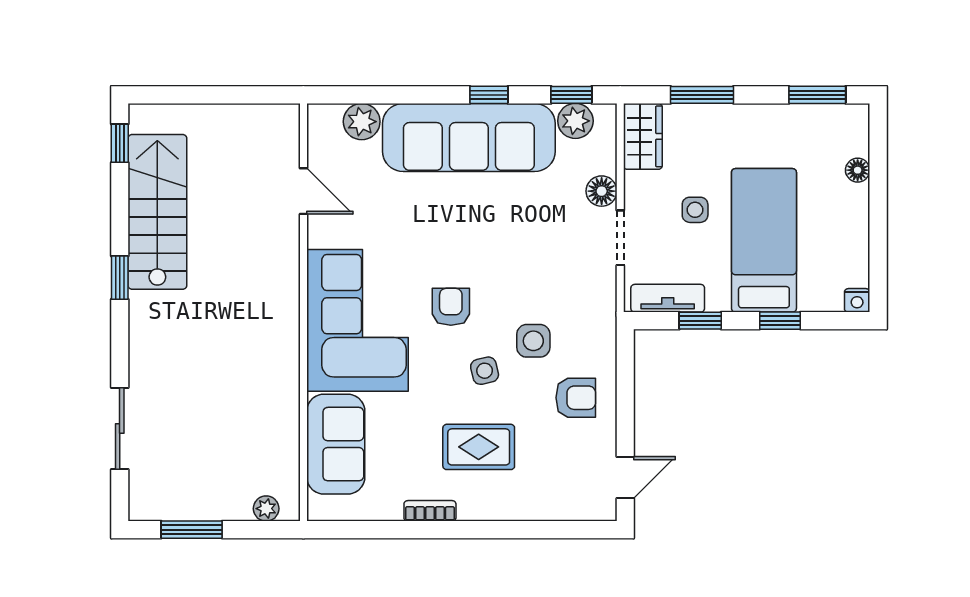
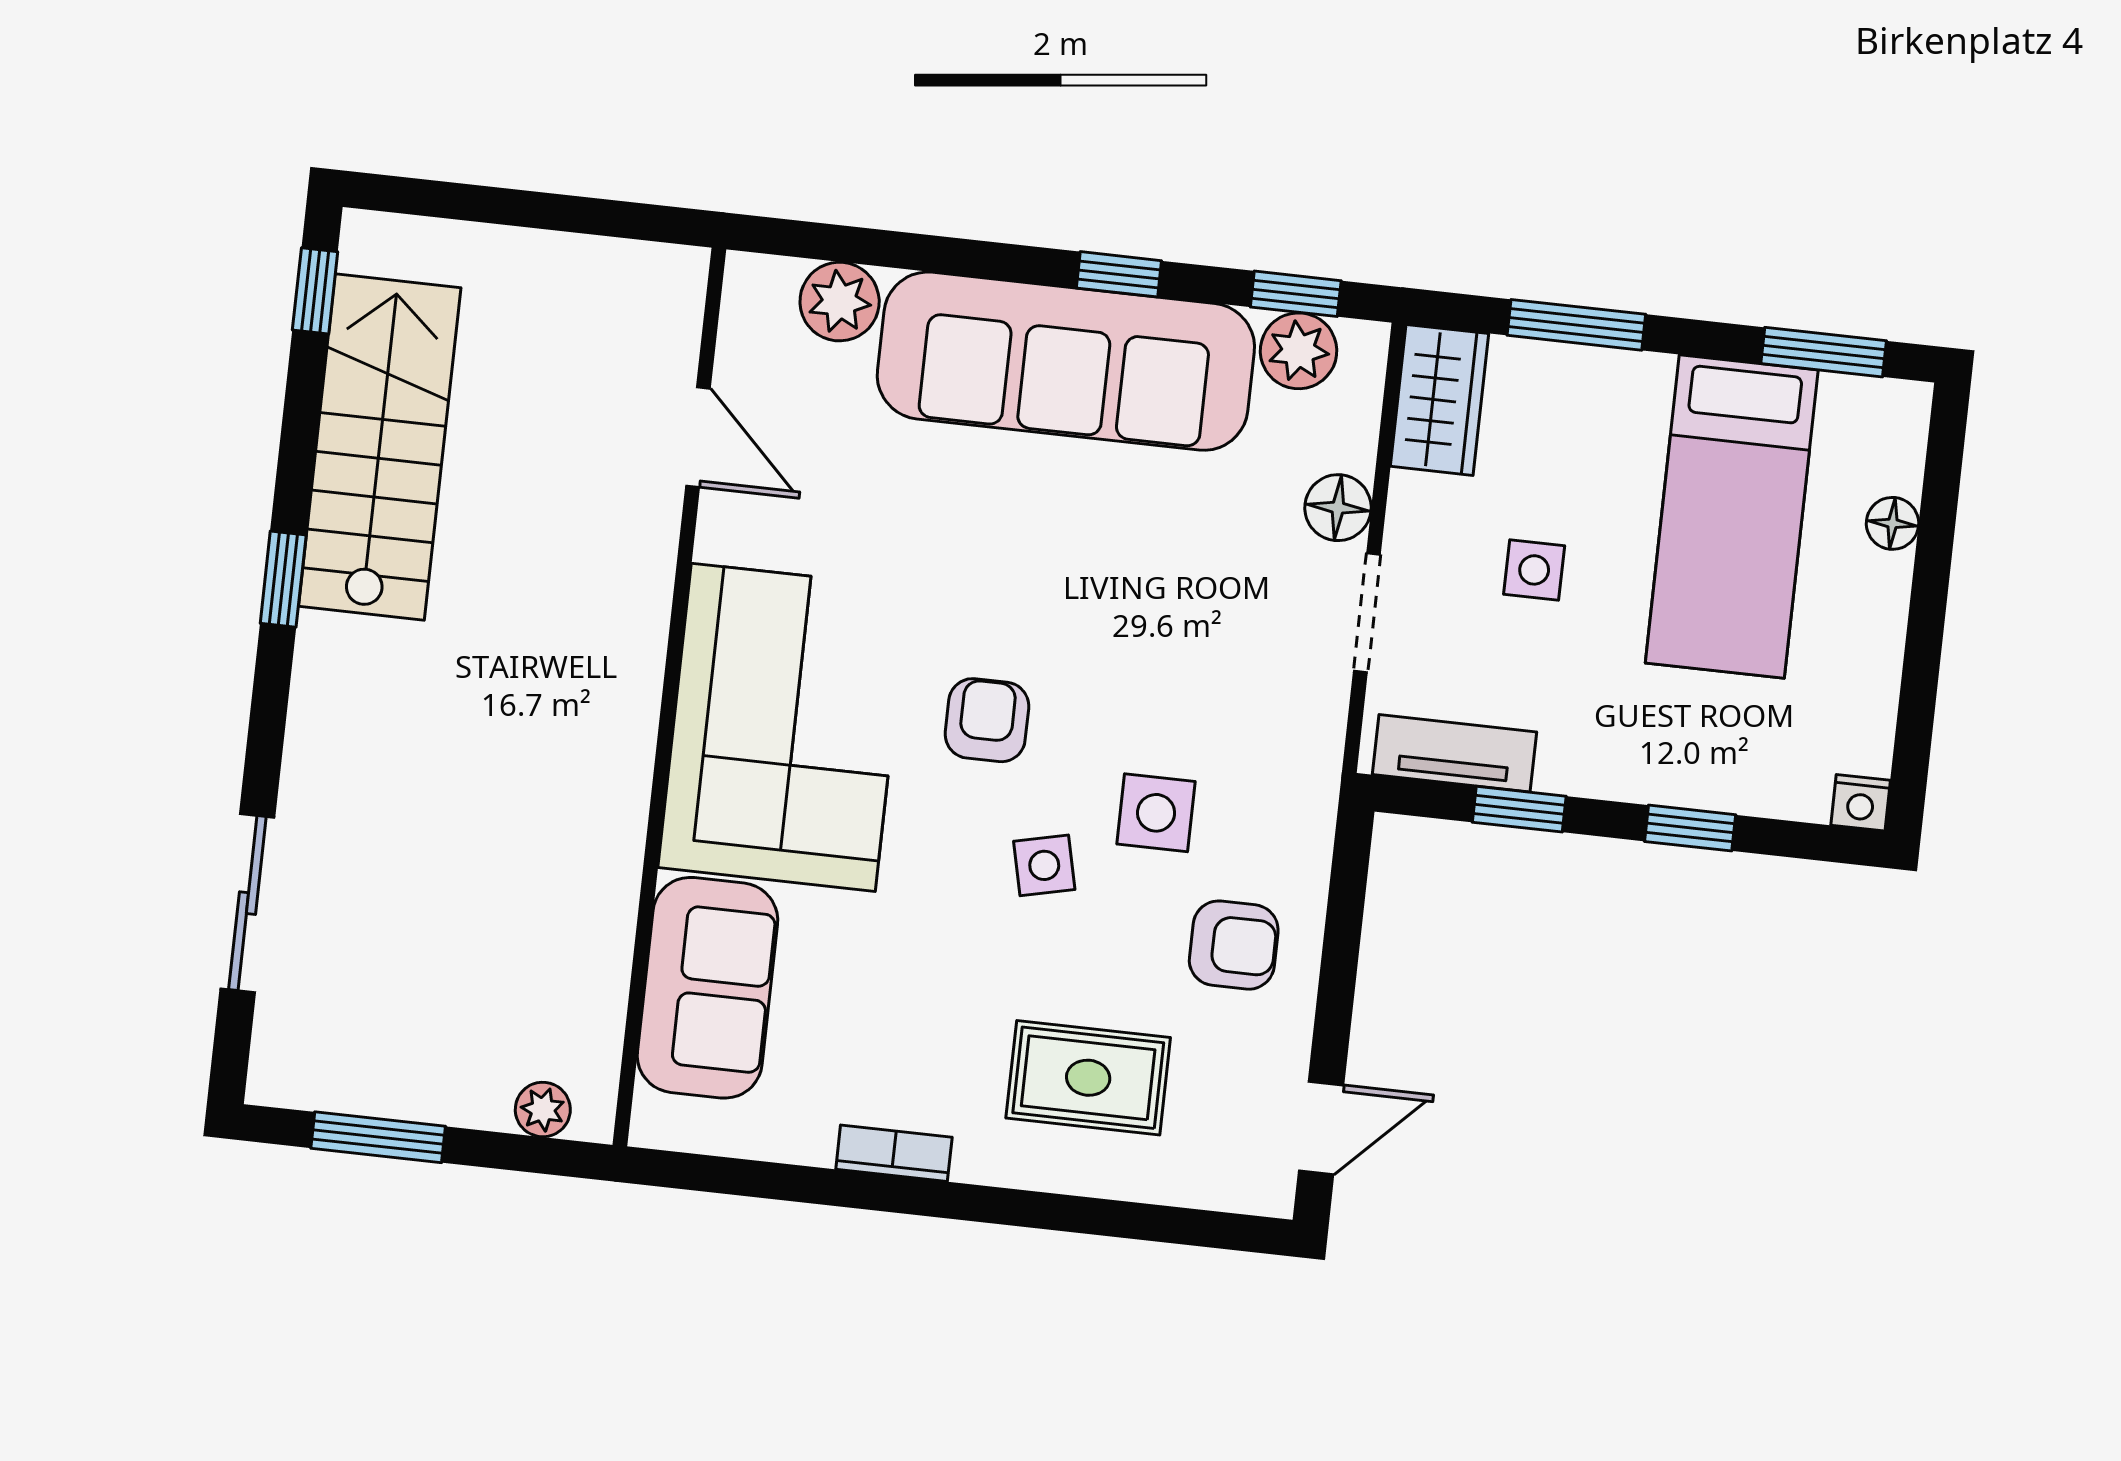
bed: (764, 240) -> (1732, 516), moved, turned 180
rug: (479, 447) -> (1088, 1078), moved

